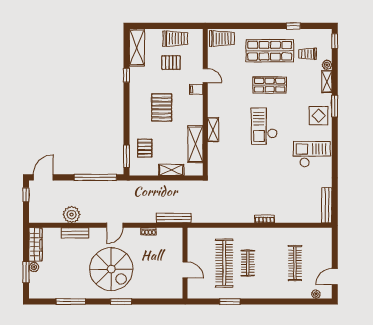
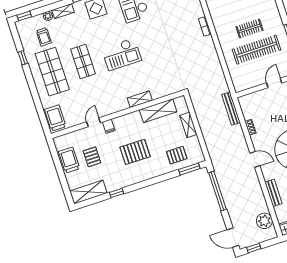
plant: (72, 215) -> (264, 221), moved

